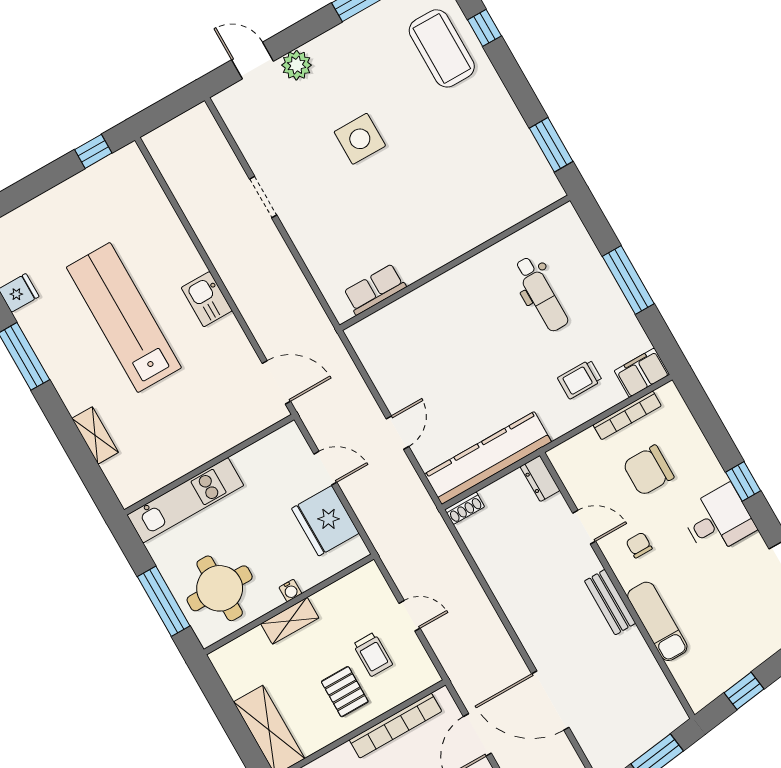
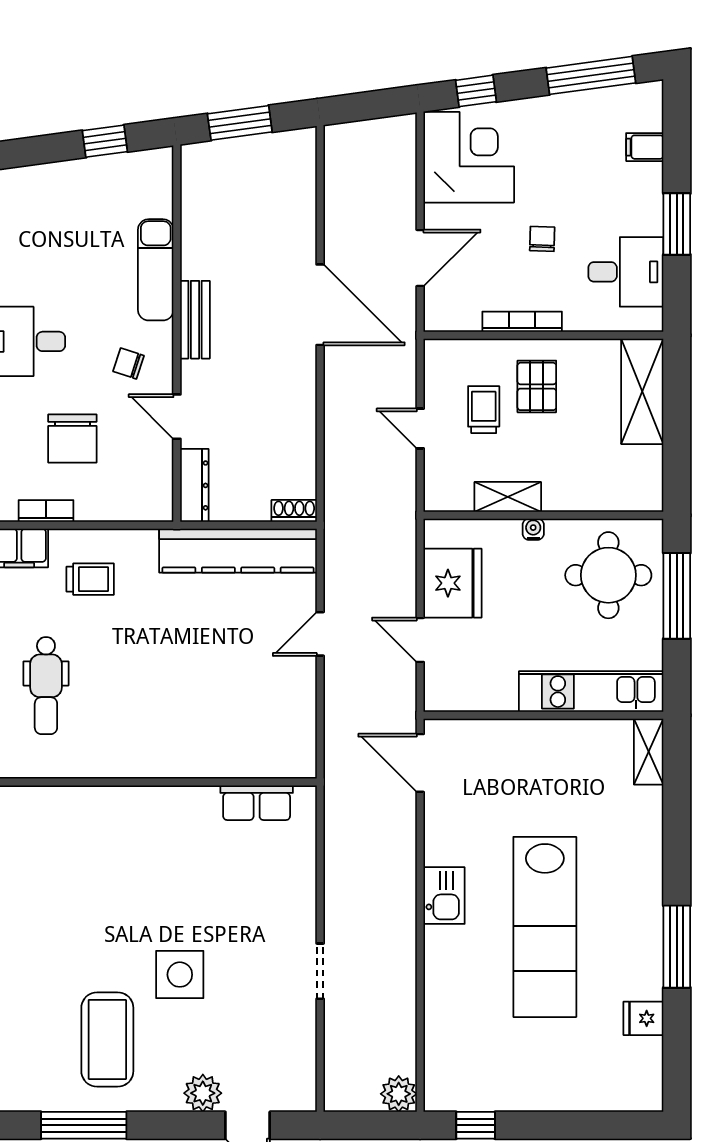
coffee table: (442, 48) -> (107, 1039), moved
plant: (159, 143) -> (399, 1094), added
dental chair: (541, 294) -> (46, 686), moved, turned 180
bookcase: (627, 415) -> (46, 511), width x0.64
shelving: (95, 435) -> (649, 752), moved
chair: (648, 470) -> (72, 438), turned 90
dresser: (540, 478) -> (194, 485), width x1.44
chair: (639, 545) -> (128, 363), turned 108
shelving: (290, 621) -> (508, 497), moved
door: (550, 701) -> (320, 305), moved
bookcase: (395, 726) -> (522, 322), width x0.68, depth x0.76

